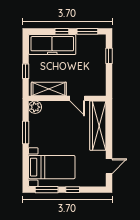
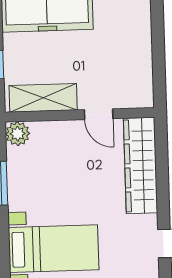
window: (109, 56) -> (158, 30), removed

